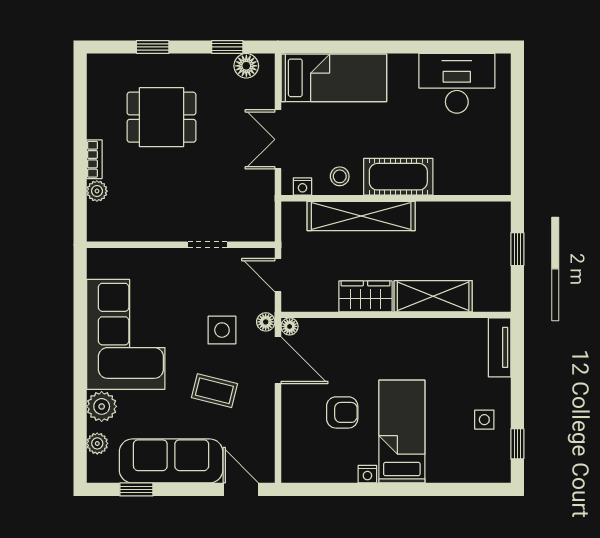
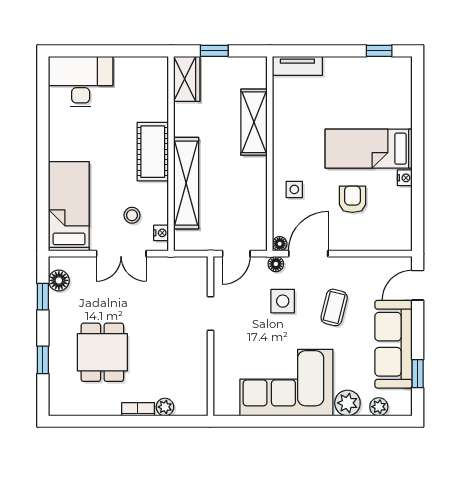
desk: (457, 83) -> (81, 82), moved, turned 90
stool: (340, 176) -> (132, 215), moved
wardrobe: (365, 296) -> (187, 79), moved, turned 180
side table: (484, 420) -> (294, 189), moved

